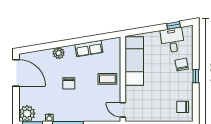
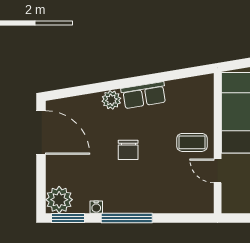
row of seats: (89, 49) -> (144, 95), moved
door: (123, 110) -> (218, 171), moved

